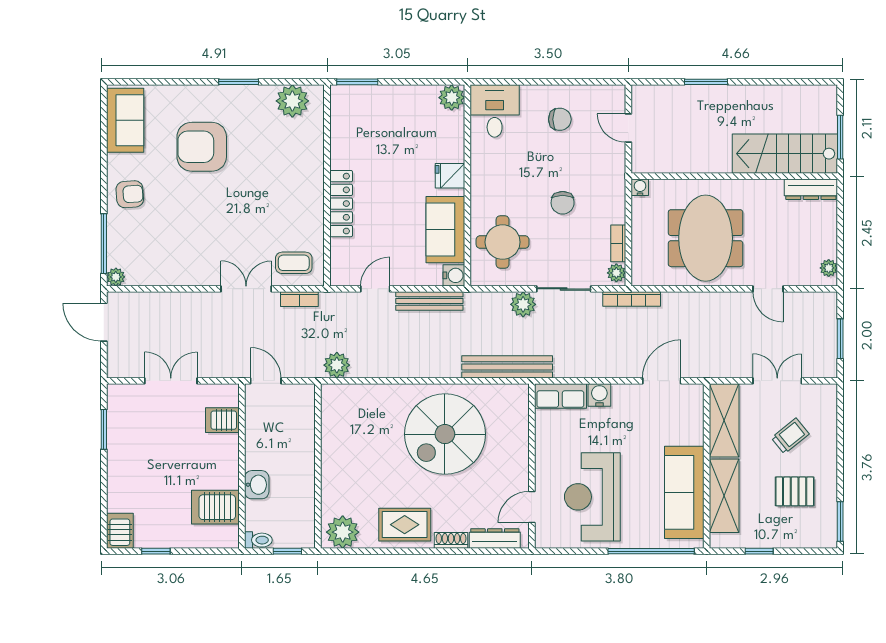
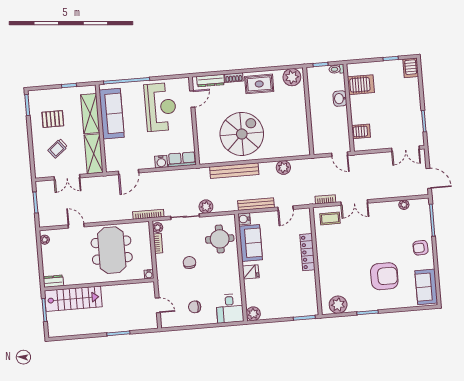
dresser: (811, 189) -> (53, 281), width x0.70
plant: (116, 277) -> (404, 205), moved
plant: (337, 365) -> (283, 167), moved
bench: (507, 367) -> (234, 171), moved
double door: (171, 381) -> (405, 149), moved

